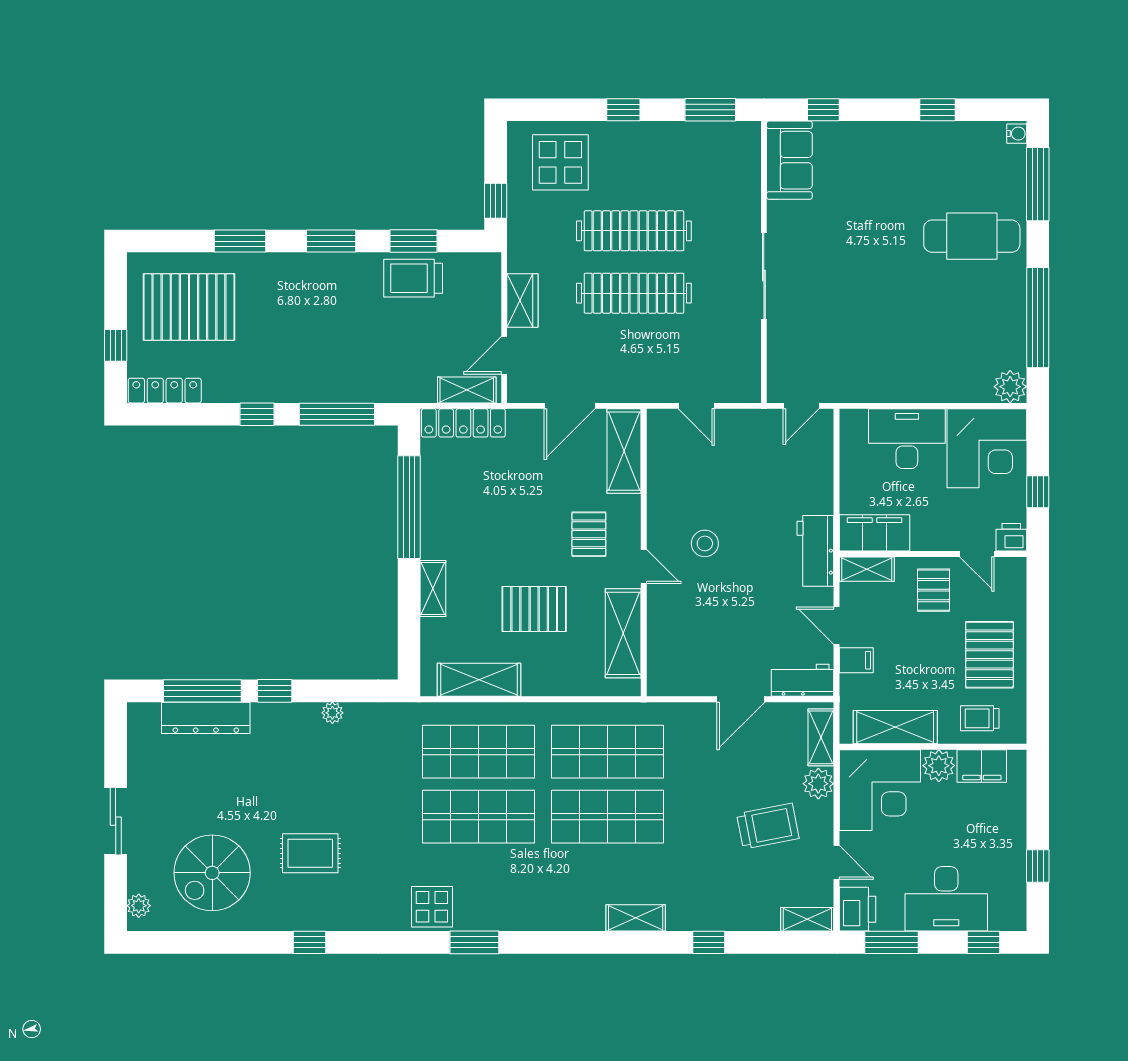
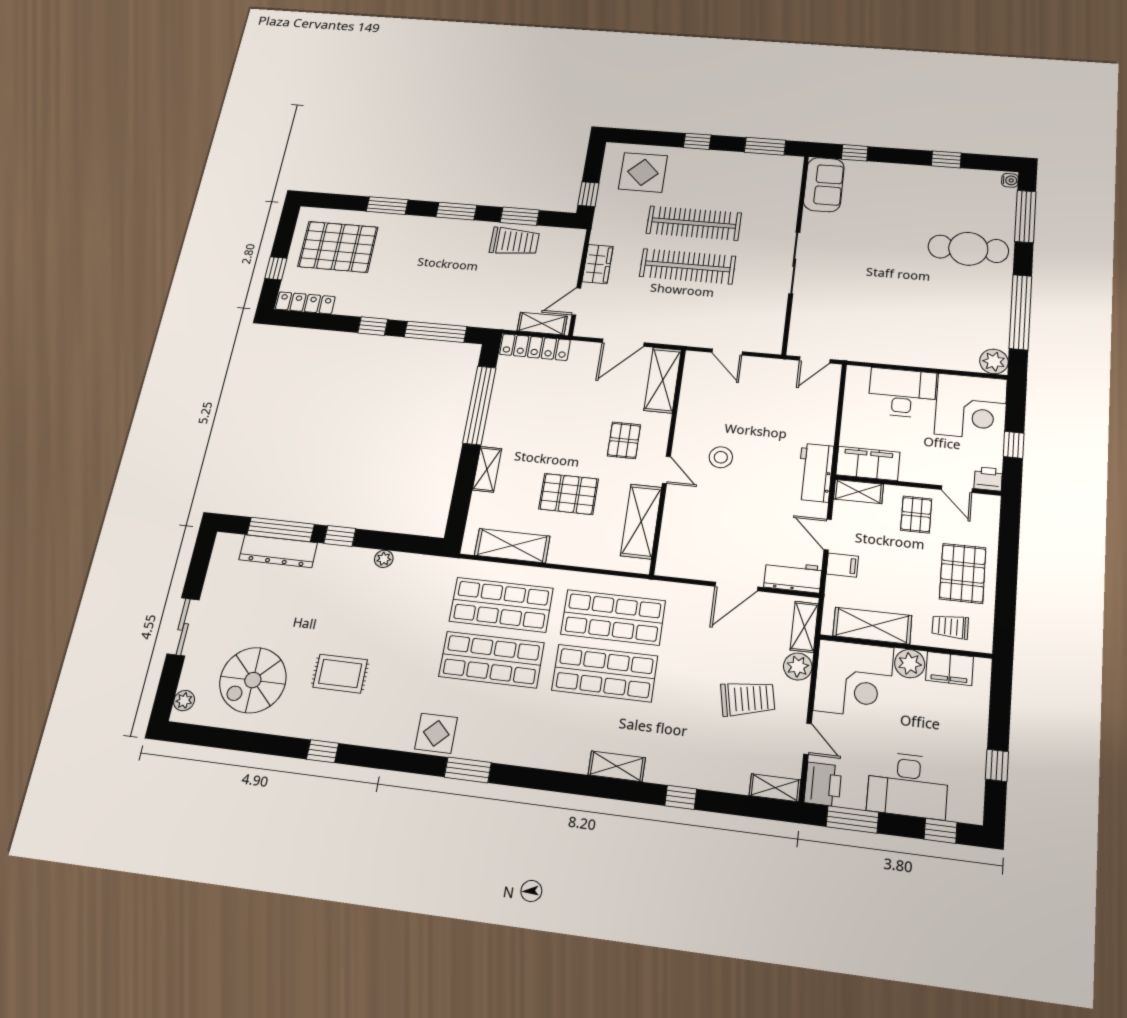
trolley: (413, 278) -> (514, 241), turned 180

